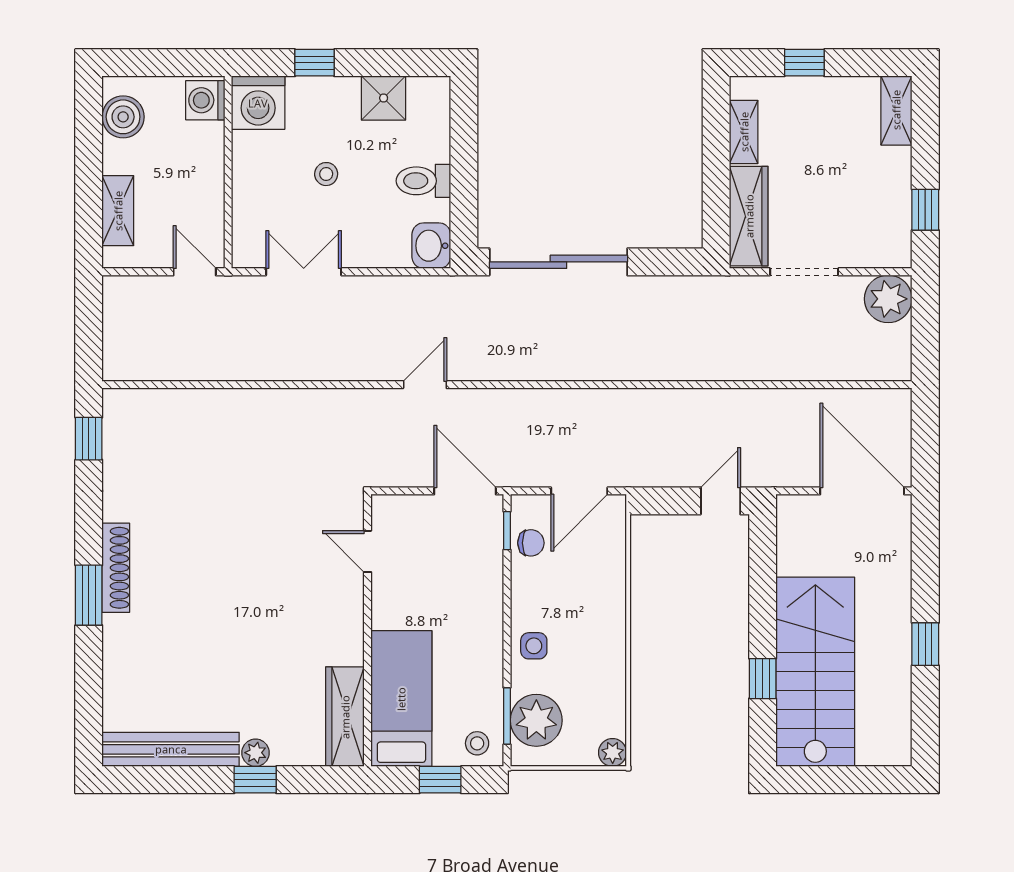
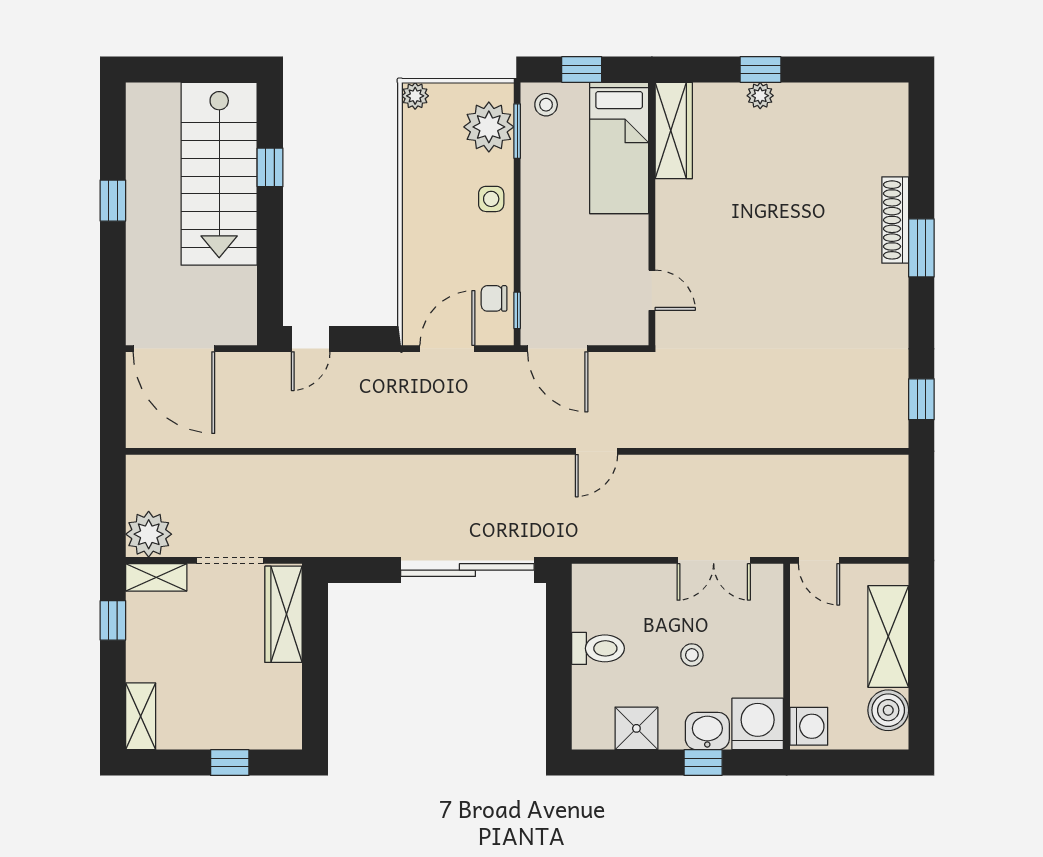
shelving: (744, 132) -> (156, 577), moved, turned 90
shelving: (118, 211) -> (888, 636), width x1.50, depth x1.33
washbasin: (431, 246) -> (707, 731), moved, turned -90
shoe rack: (116, 568) -> (895, 220), moved
bench: (171, 749) -> (842, 99), removed

